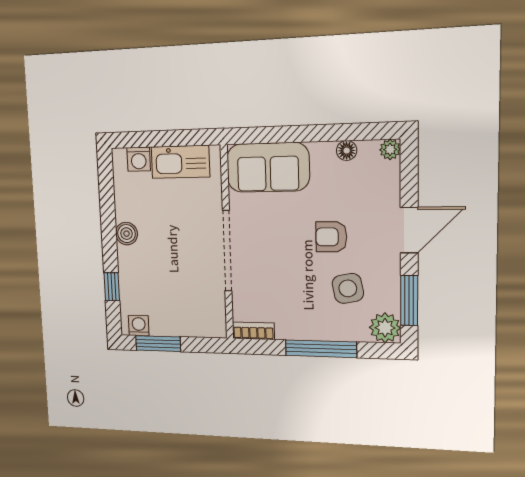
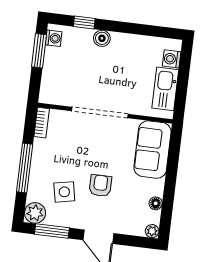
boiler: (127, 234) -> (102, 38), moved

